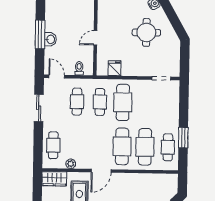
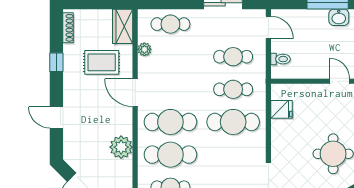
door: (95, 38) -> (340, 81), moved
washbasin: (50, 39) -> (339, 17), moved
door: (57, 76) -> (268, 27), hinge flipped
plant: (139, 181) -> (121, 147), added

